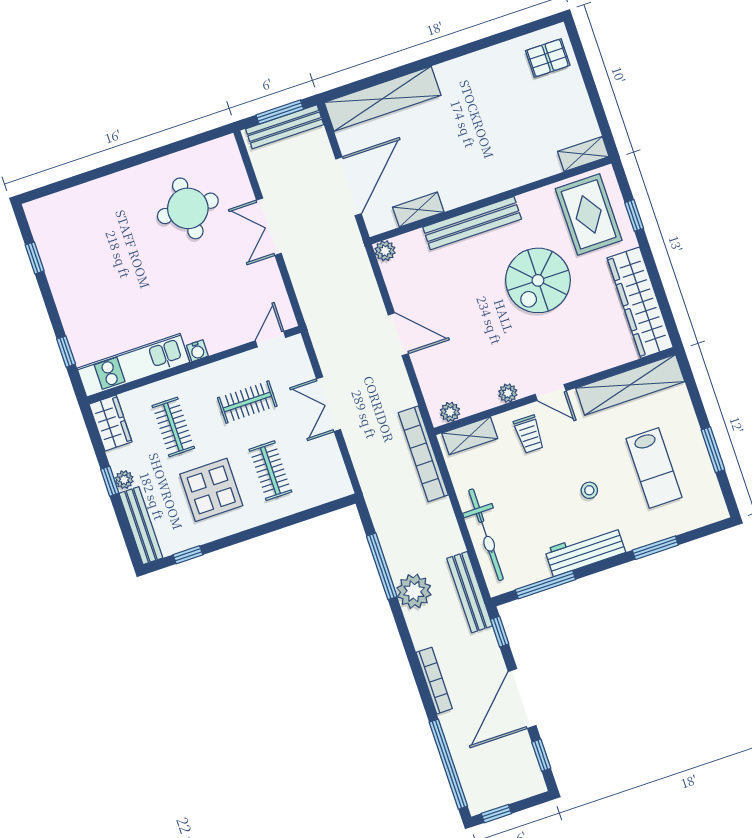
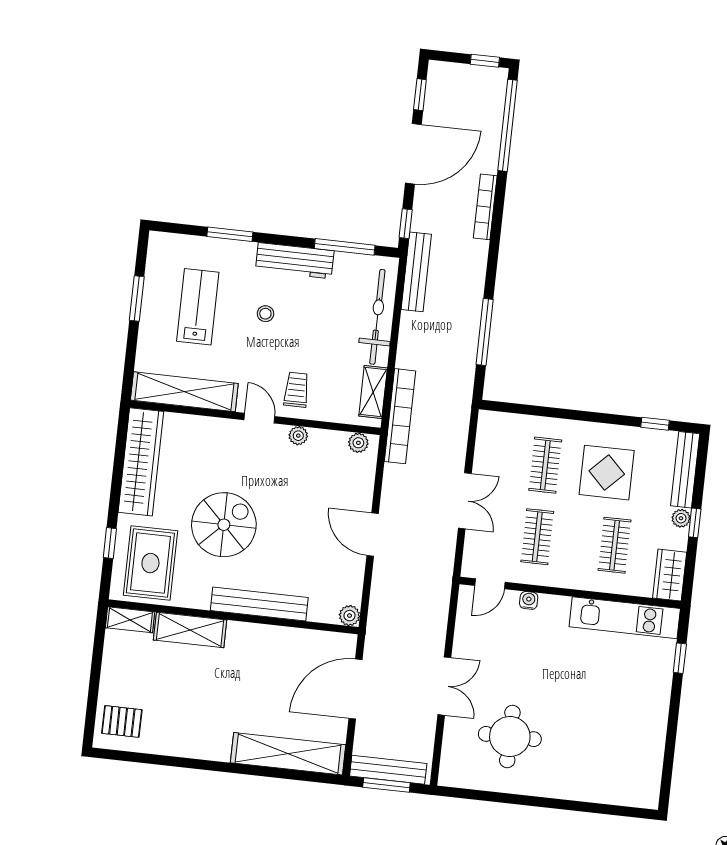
shelving: (418, 210) -> (190, 630), moved, width x1.50, depth x1.33
window: (35, 258) -> (669, 756), removed
water cooler: (197, 351) -> (529, 600), moved
clothes rail: (247, 402) -> (537, 537), turned 90
shelving: (470, 436) -> (373, 392), moved, turned 90
plant: (414, 591) -> (466, 296), removed

